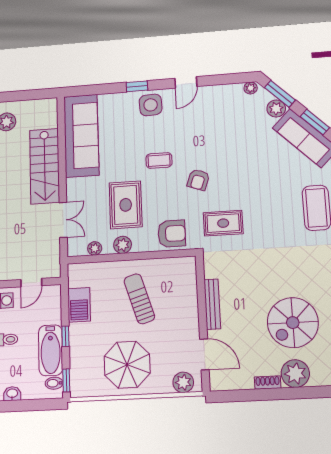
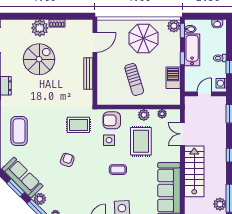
armchair: (198, 180) -> (67, 160), moved
side table: (175, 203) -> (109, 140), added
door: (204, 354) -> (95, 42), swing flipped
plant: (183, 382) -> (174, 26), moved

